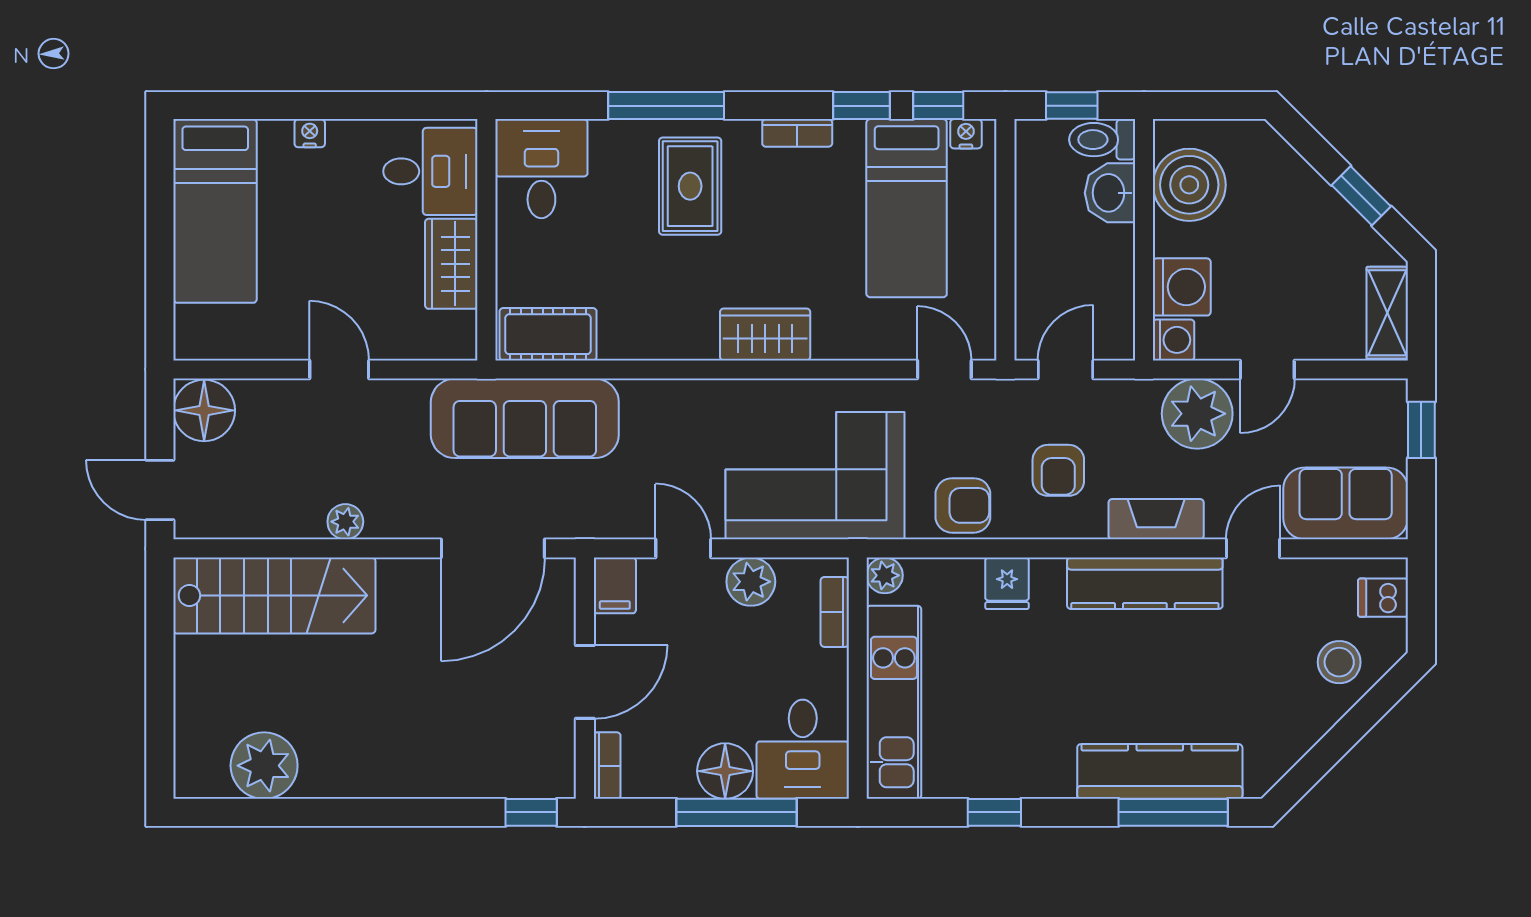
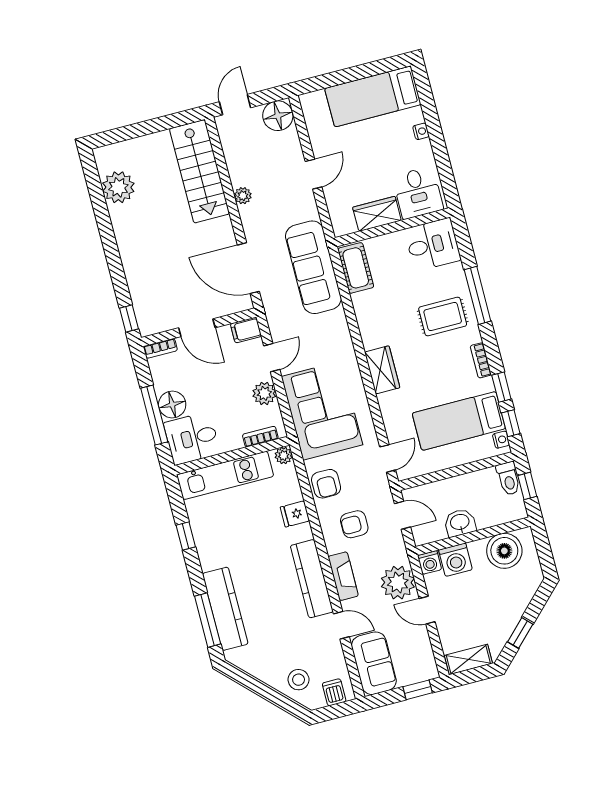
toilet: (1102, 140) -> (508, 478), moved, turned 180
washbasin: (1110, 193) -> (460, 523), moved

